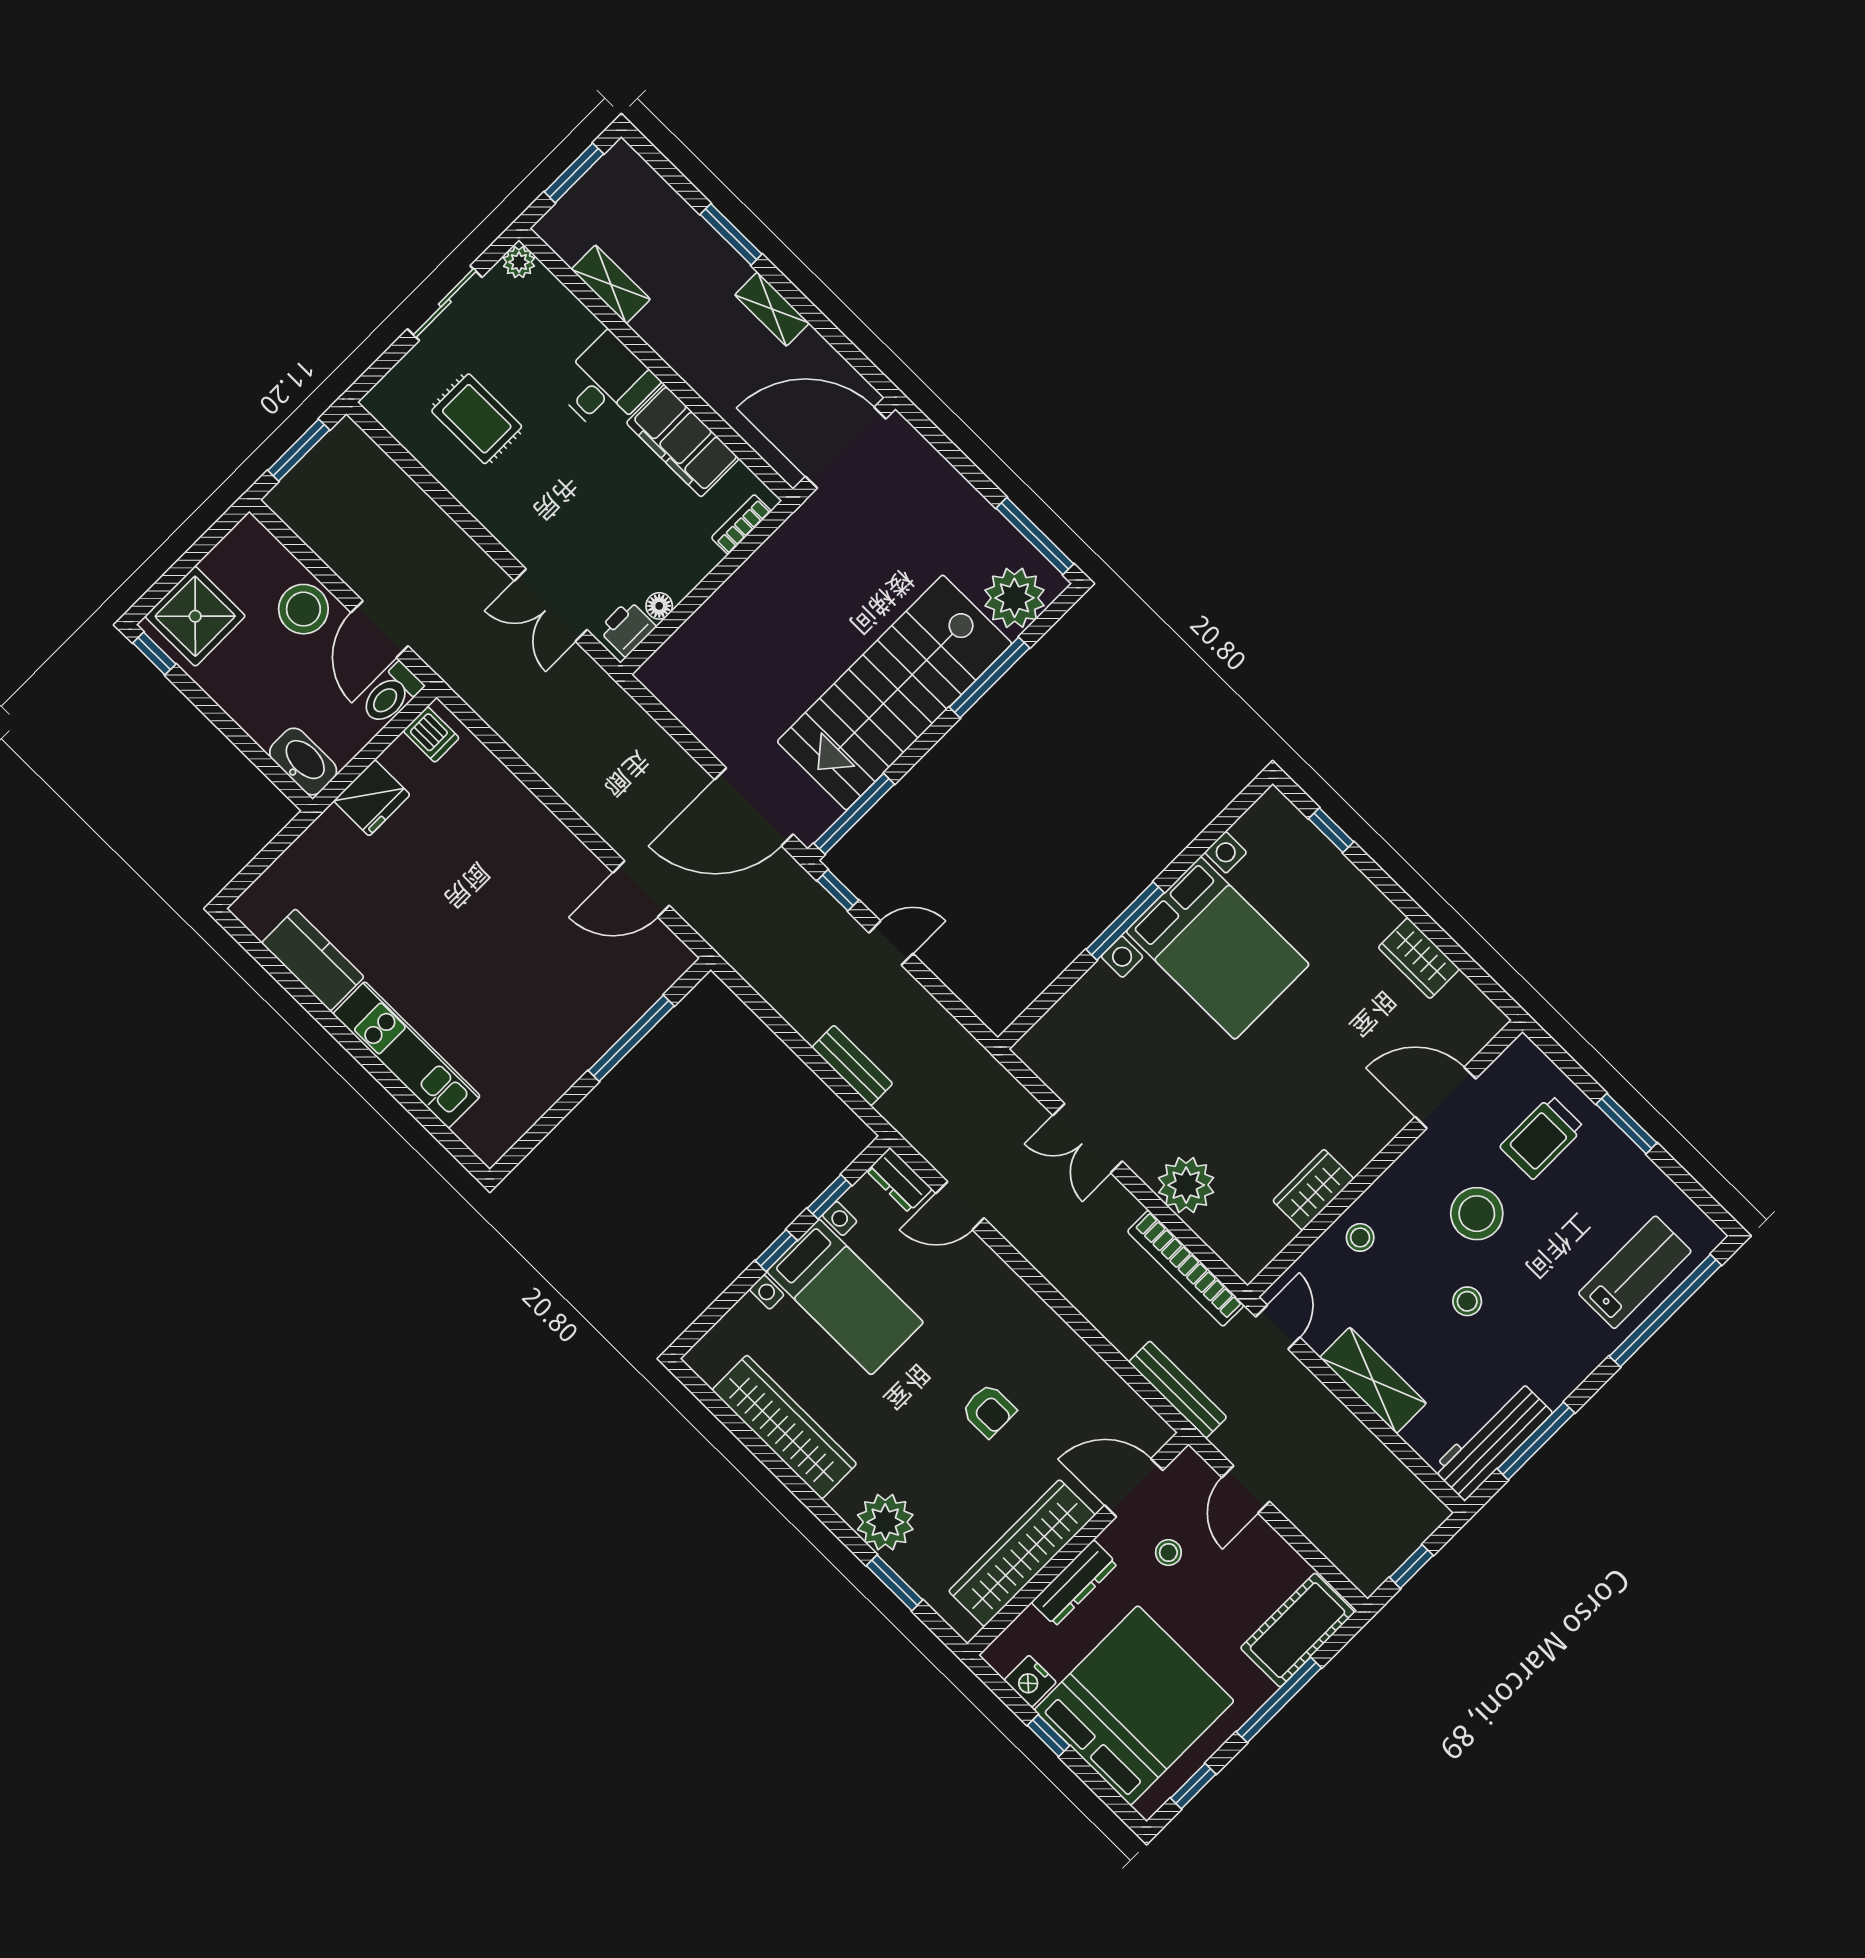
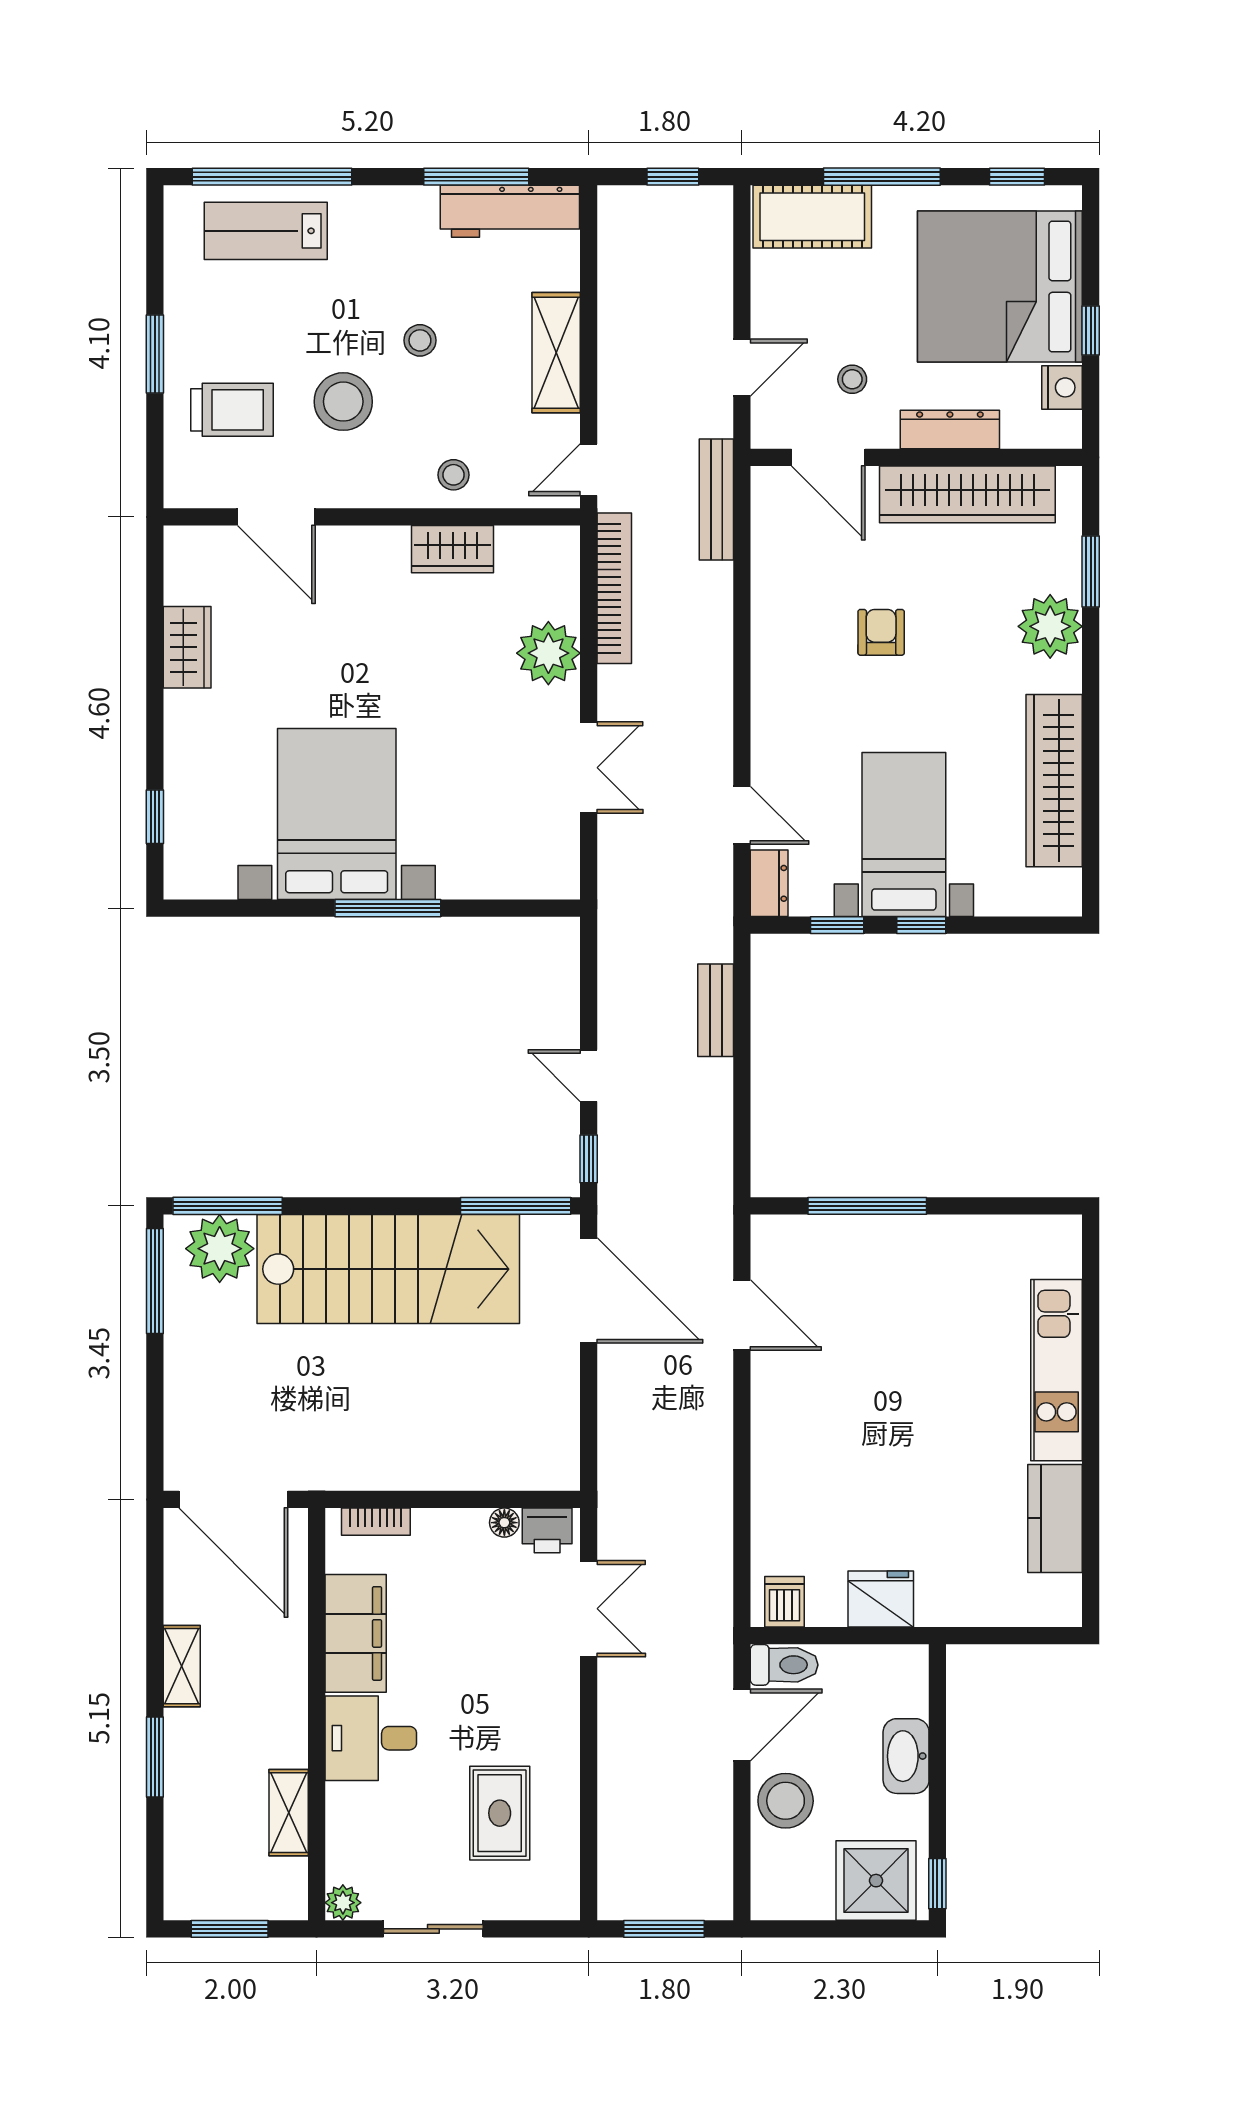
window: (989, 677) -> (228, 1206), moved
washbasin: (303, 762) -> (906, 1756), moved

